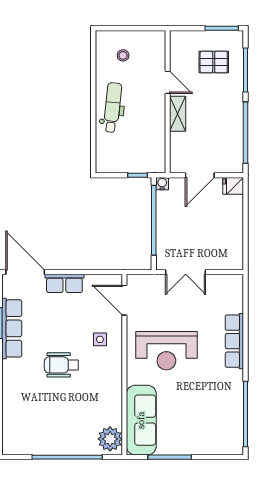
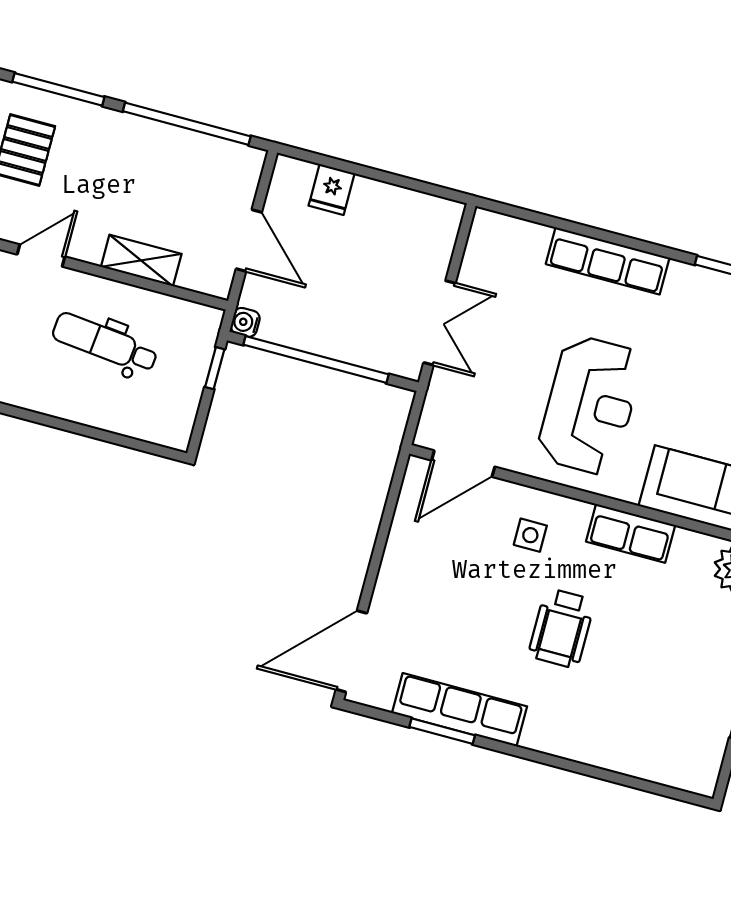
dental chair: (113, 107) -> (105, 343), moved
shelving: (178, 114) -> (141, 260), moved
fridge: (233, 186) -> (332, 190), moved
row of seats: (64, 283) -> (631, 533), moved, turned 90

